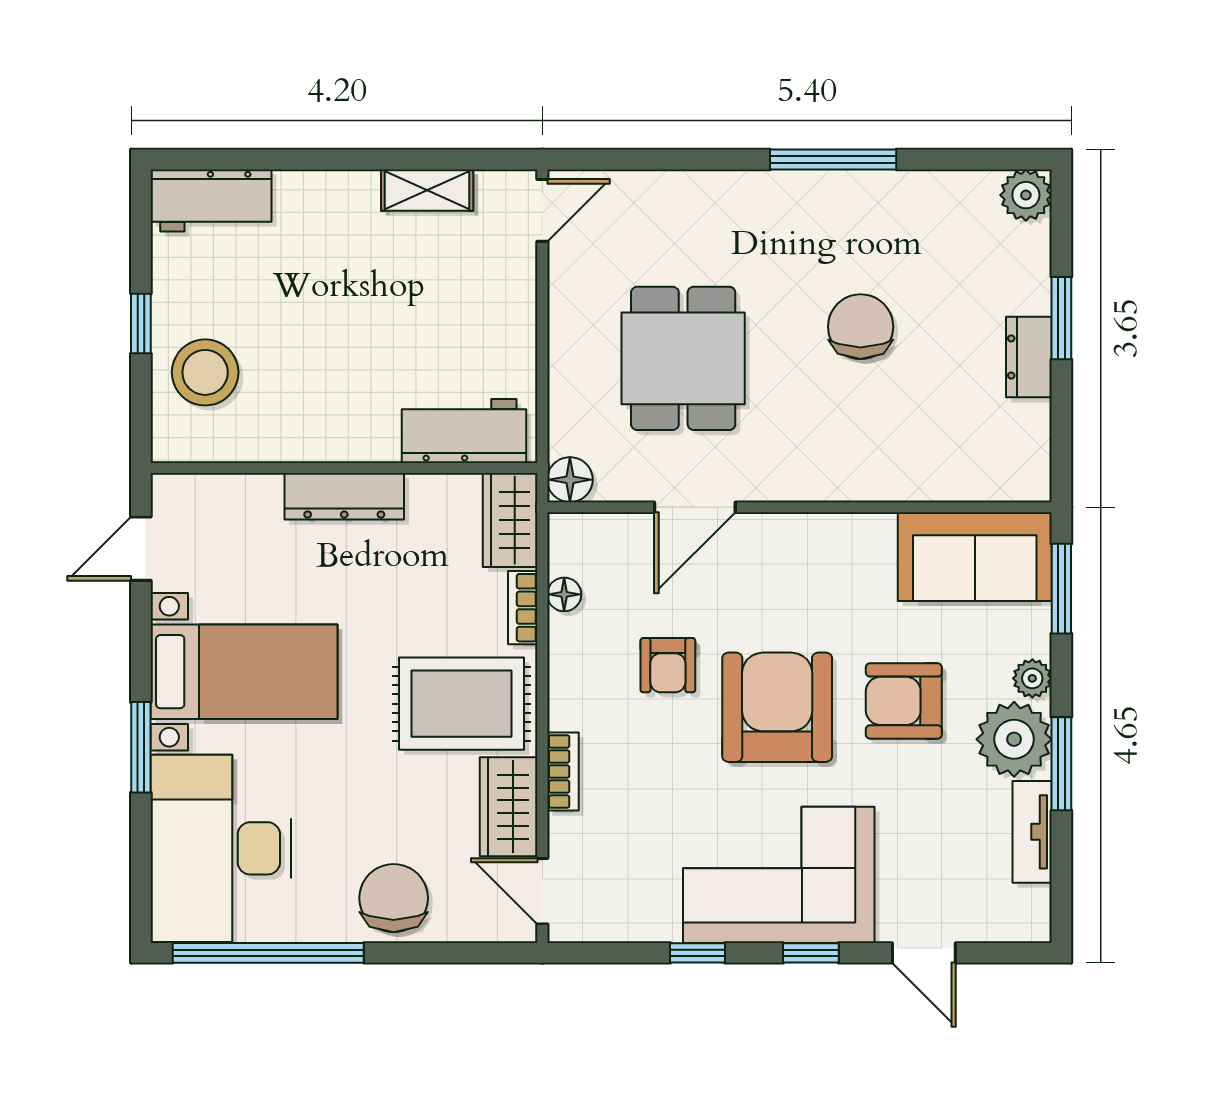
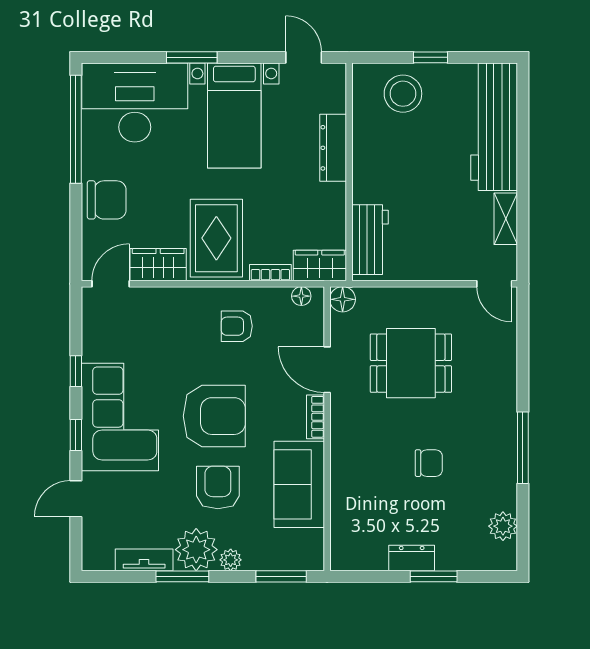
plant: (1026, 195) -> (503, 526), moved
workbench: (211, 201) -> (494, 127), width x1.88, depth x1.32
chair: (861, 327) -> (429, 463), width x0.73, depth x0.73
dresser: (344, 496) -> (333, 148), moved
sofa: (975, 557) -> (299, 484), moved
floor lamp: (564, 594) -> (301, 296), moved
armchair: (668, 665) -> (237, 326), moved
bookcase: (563, 772) -> (315, 417), moved, turned 90

